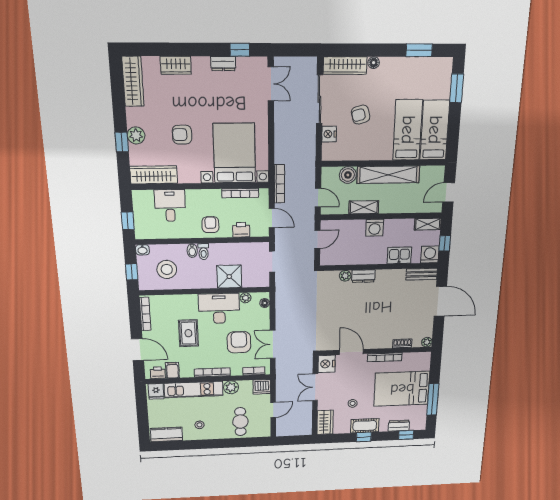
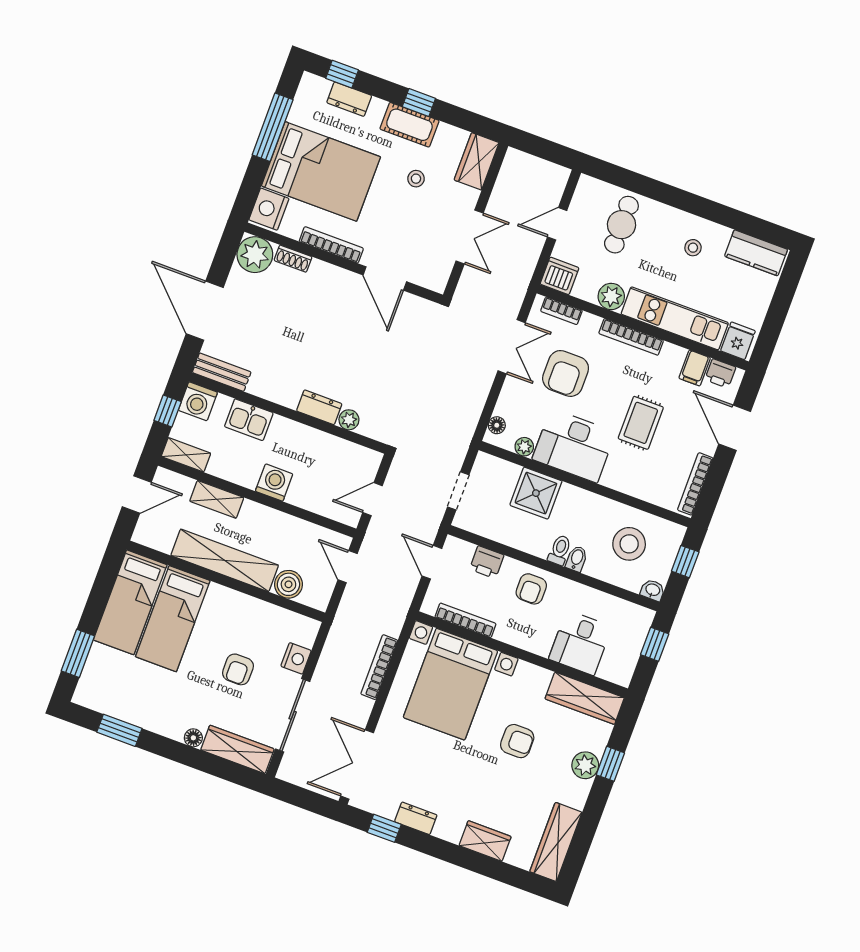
double door: (271, 84) -> (357, 764), width x1.37
armchair: (361, 115) -> (238, 669), turned 105
bookcase: (279, 184) -> (379, 667), moved
shelving: (364, 207) -> (217, 499), moved
plant: (427, 342) -> (255, 255), width x1.88, depth x1.88
nightstand: (327, 364) -> (269, 209), moved, turned 180

